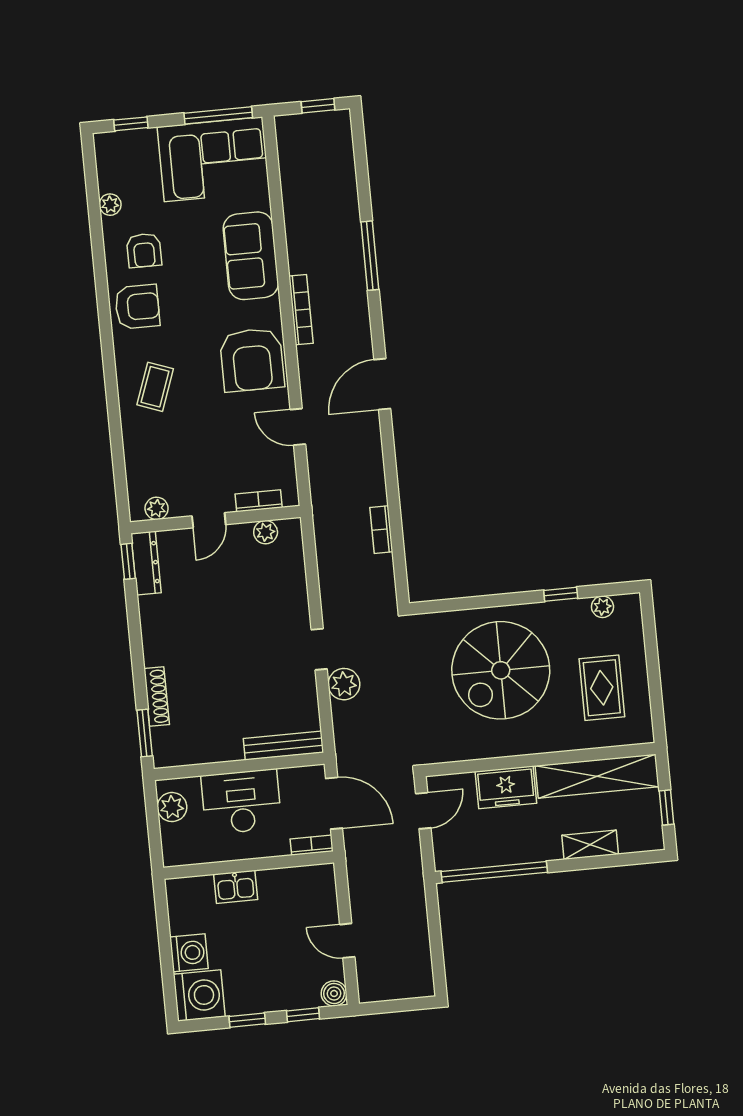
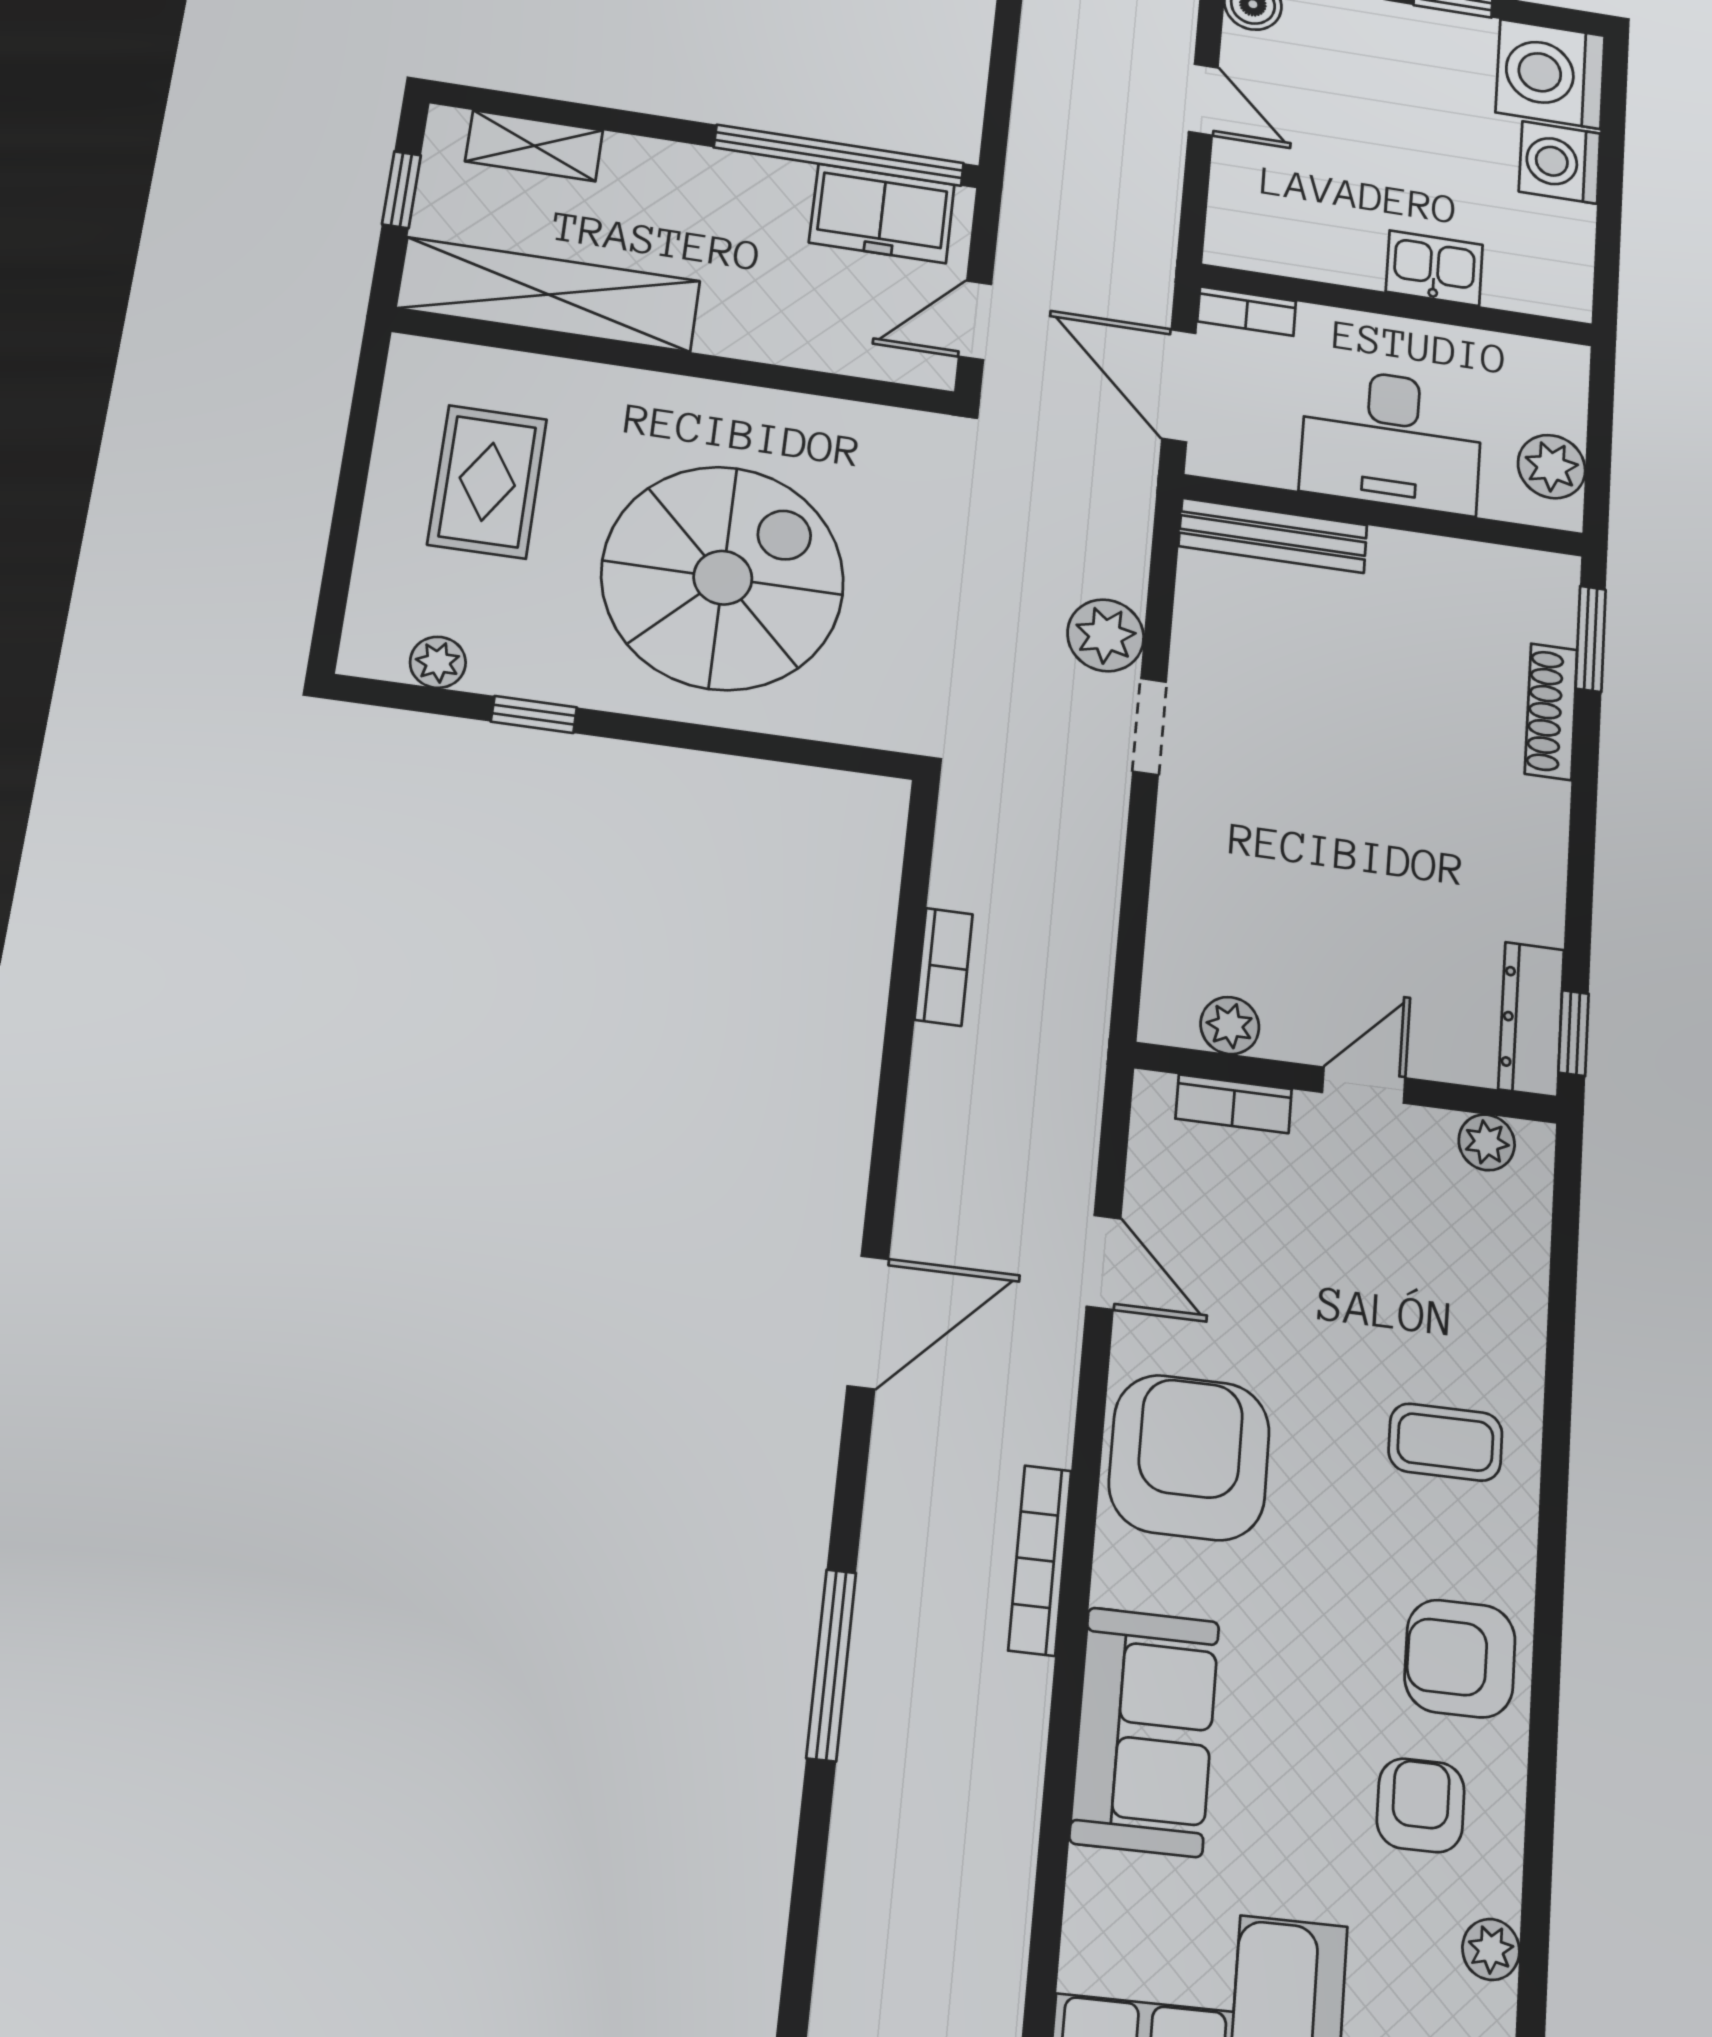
coffee table: (155, 387) -> (1445, 1442), turned 70
freezer: (506, 787) -> (882, 213), moved, turned 180
shelving: (590, 845) -> (534, 146), moved

